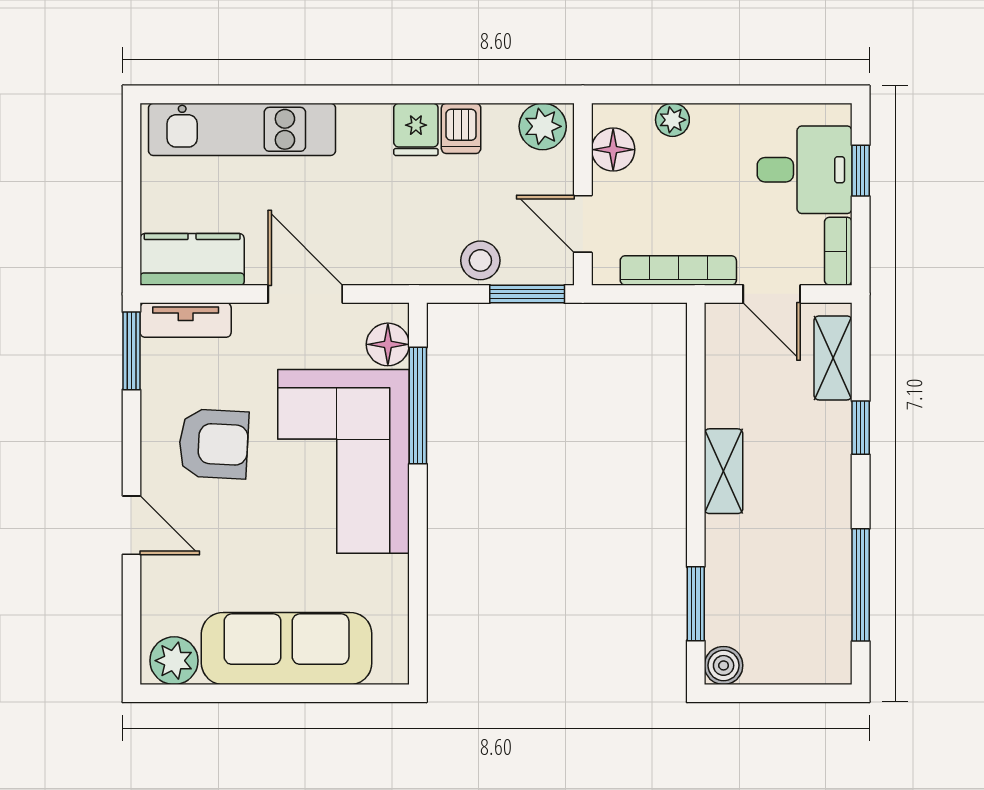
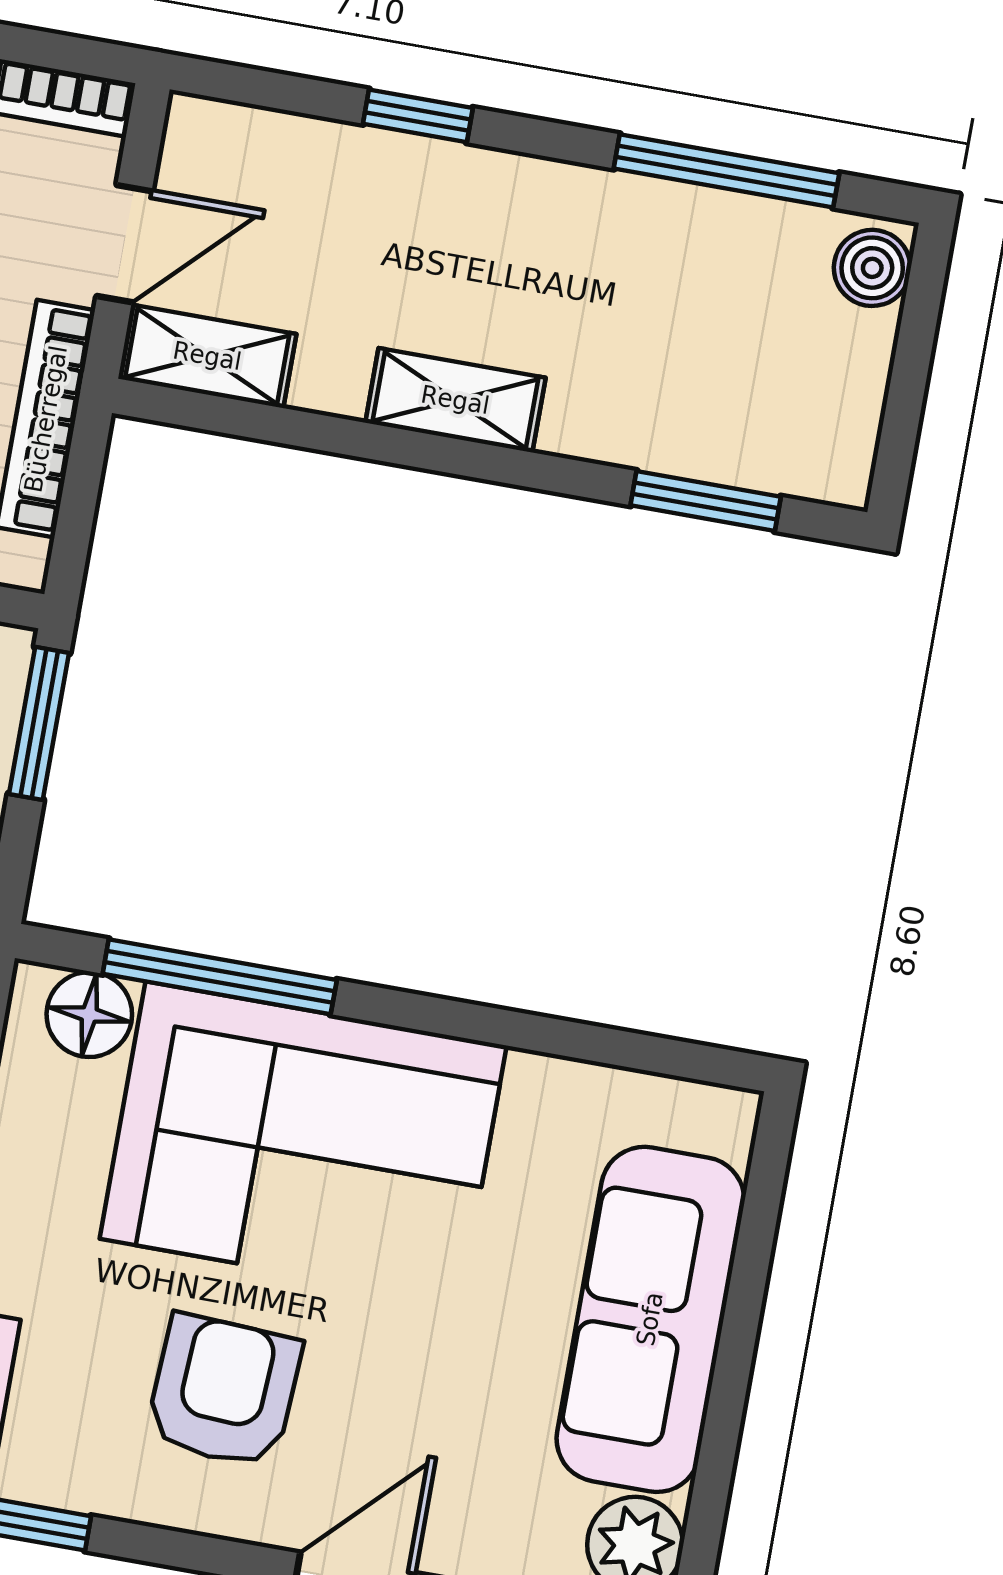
shelving: (833, 358) -> (207, 356), moved
boiler: (724, 665) -> (872, 268), moved

